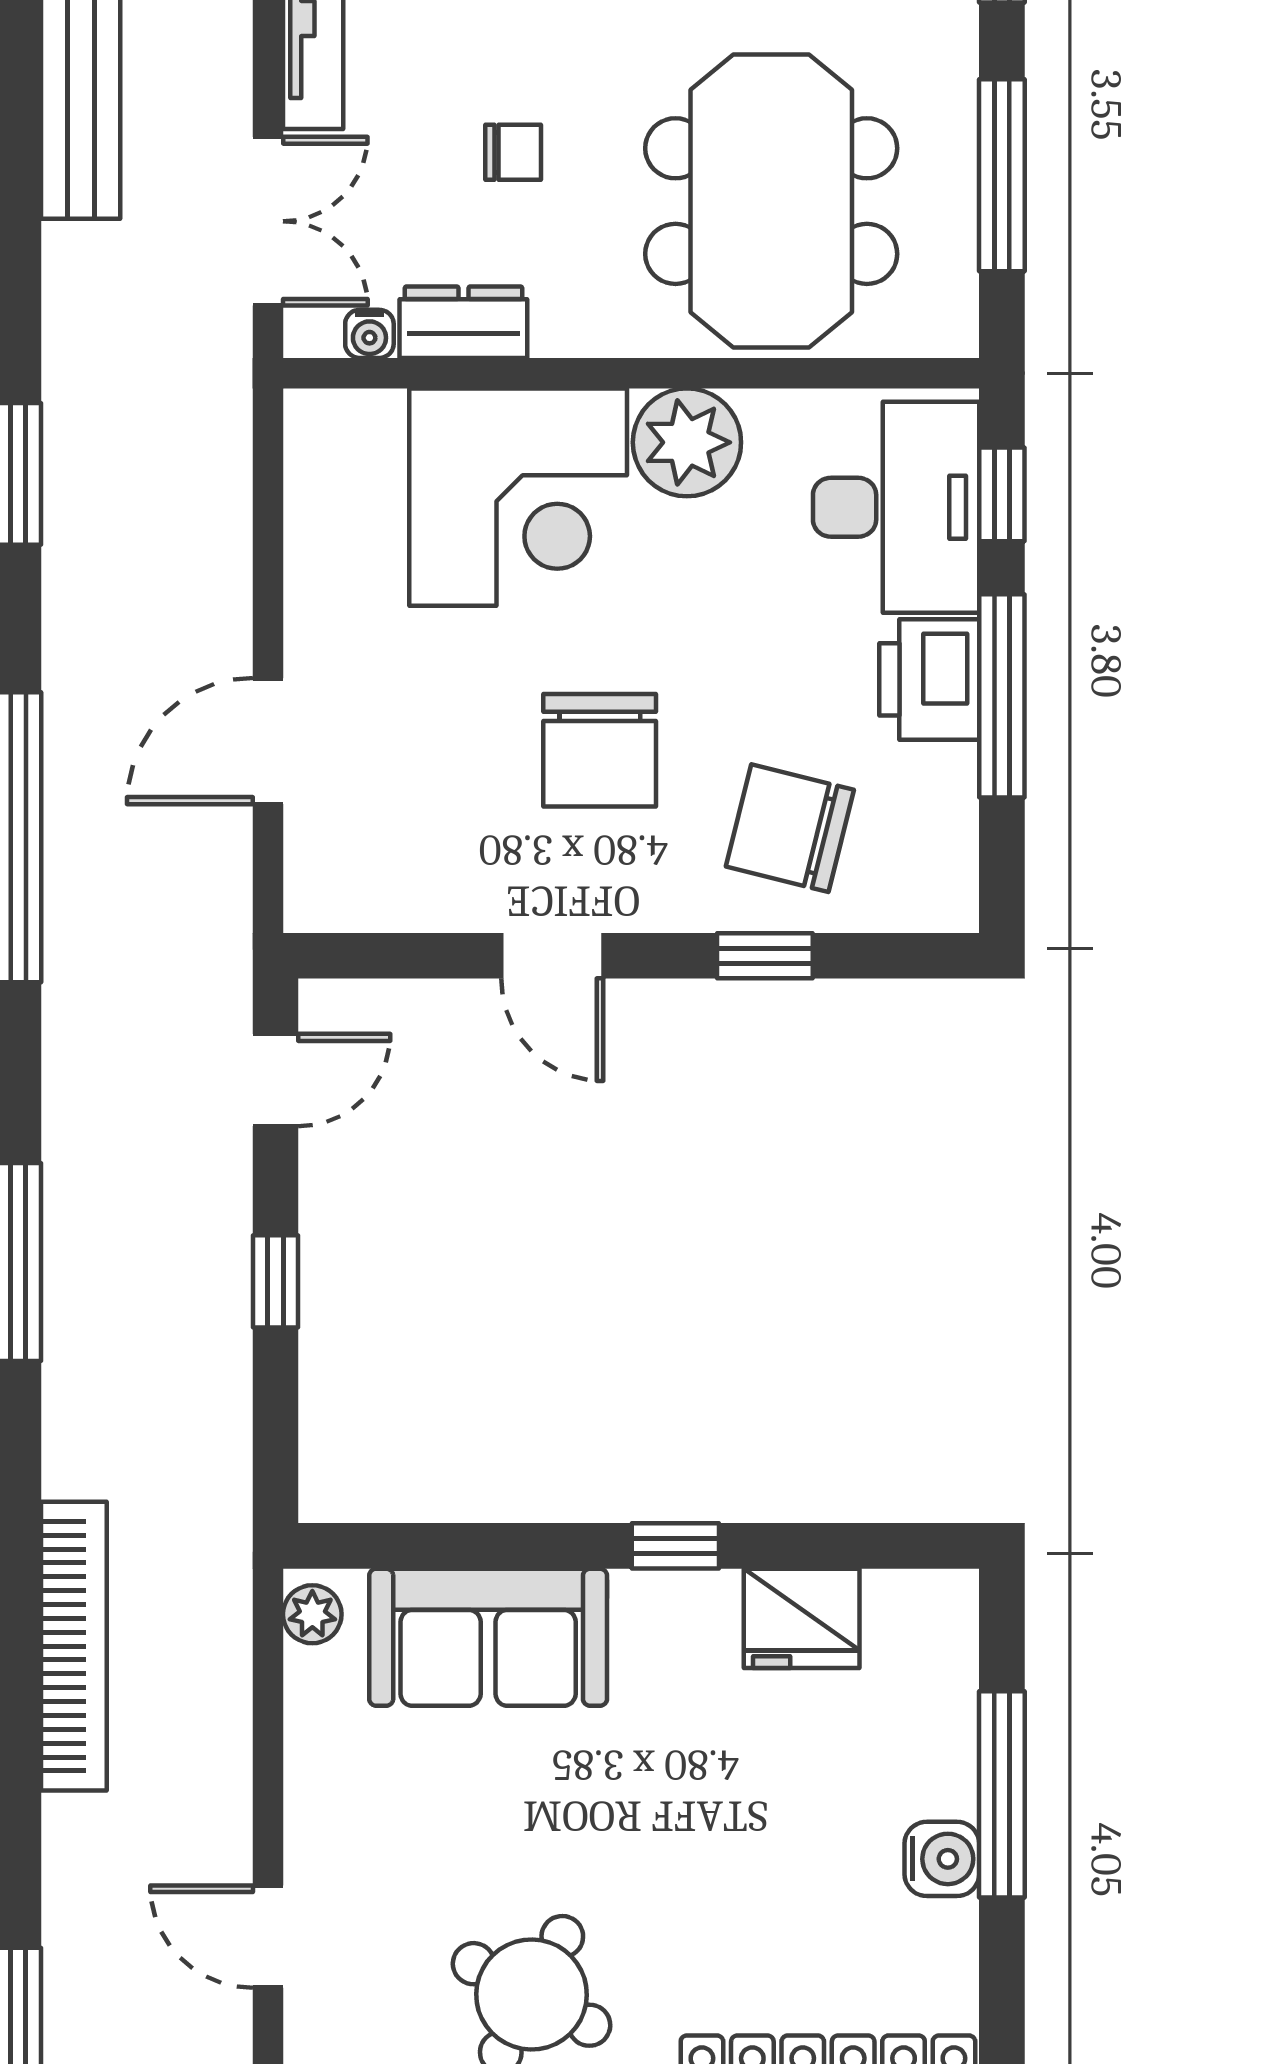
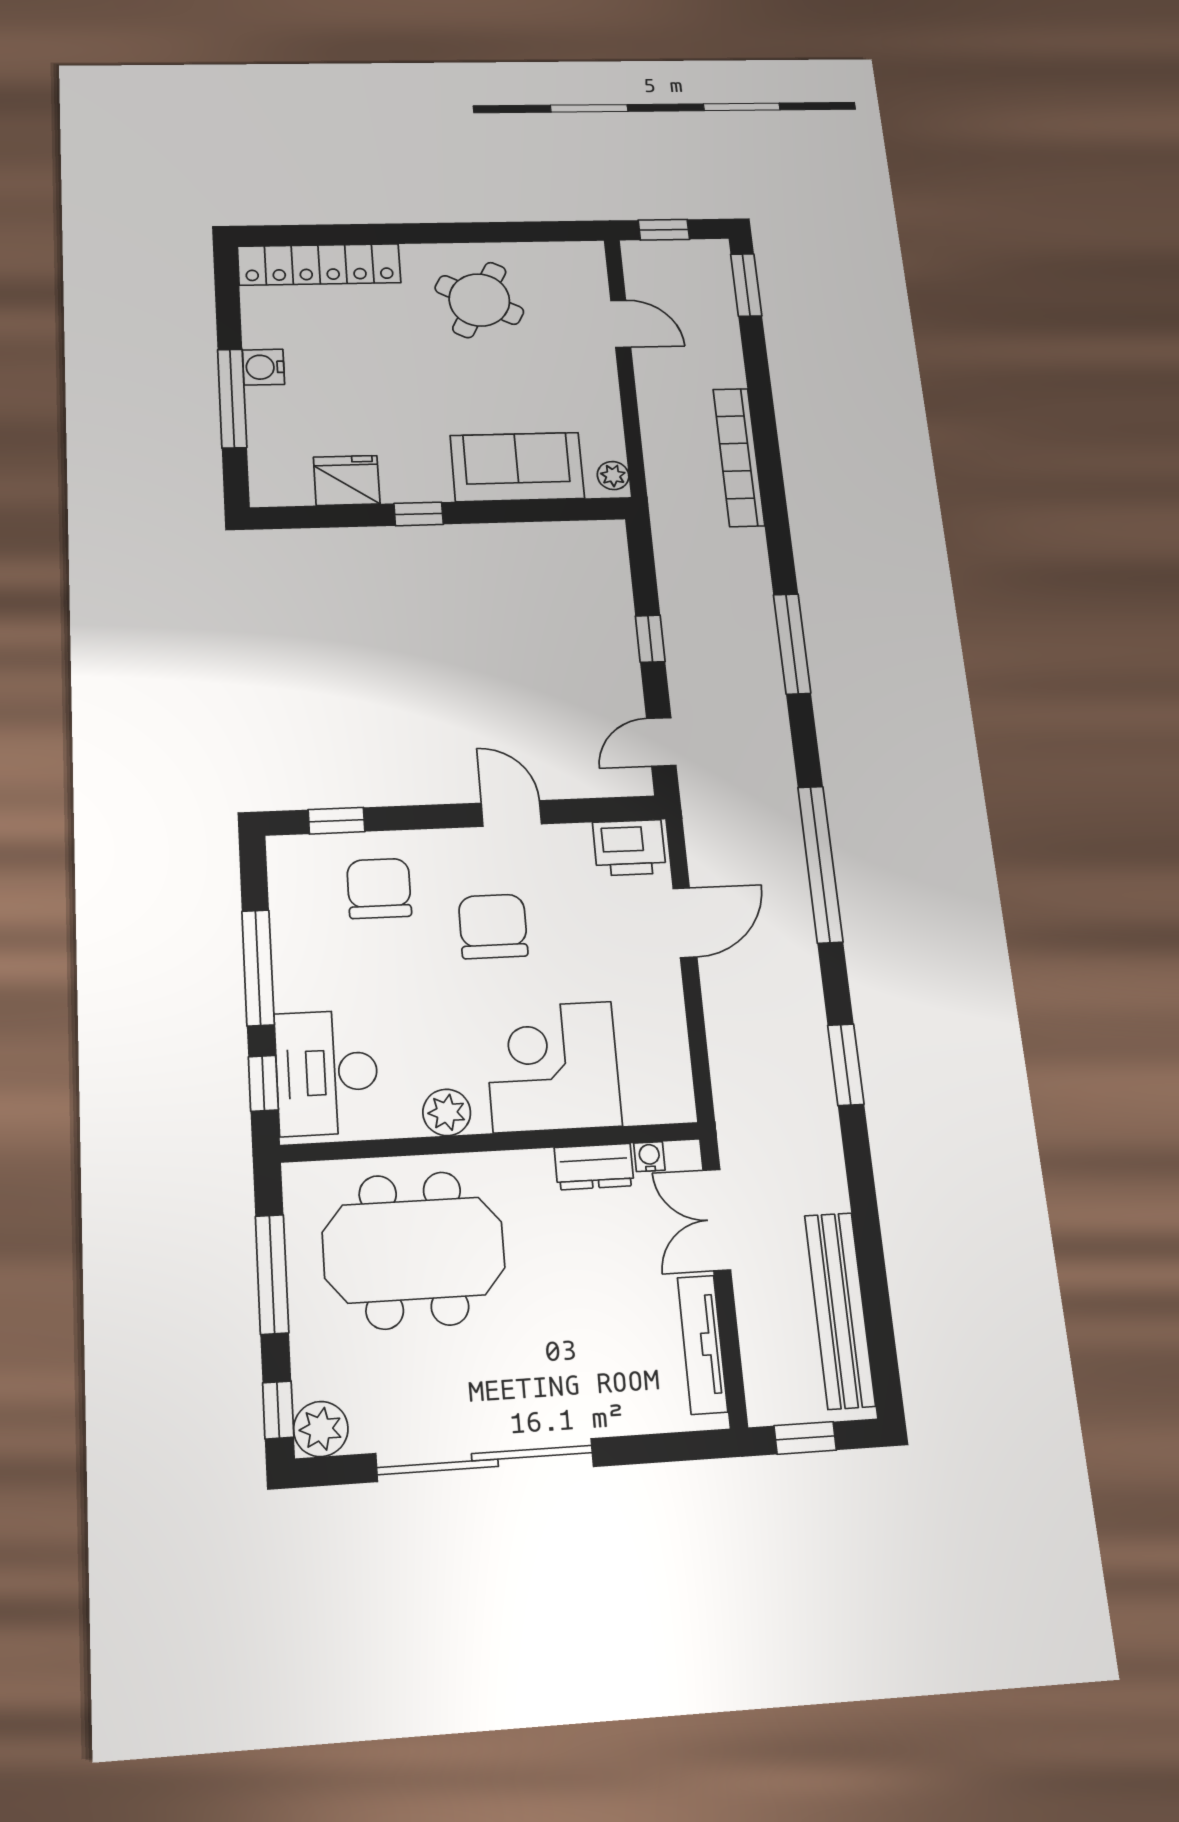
chair: (513, 152) -> (573, 1270), removed
meeting table: (771, 201) -> (414, 1250), turned 90
plant: (687, 442) -> (447, 1112), width x0.73, depth x0.73
printer: (929, 679) -> (629, 848), moved, turned 90
chair: (790, 828) -> (379, 888), turned -104
window: (765, 956) -> (336, 821), moved

